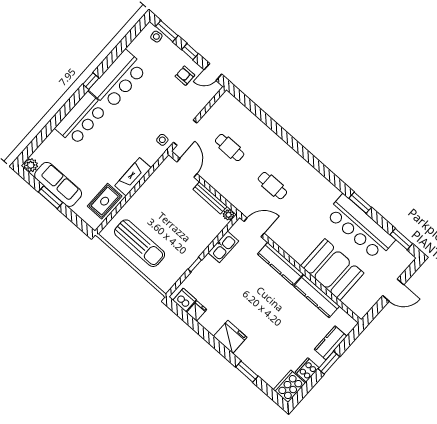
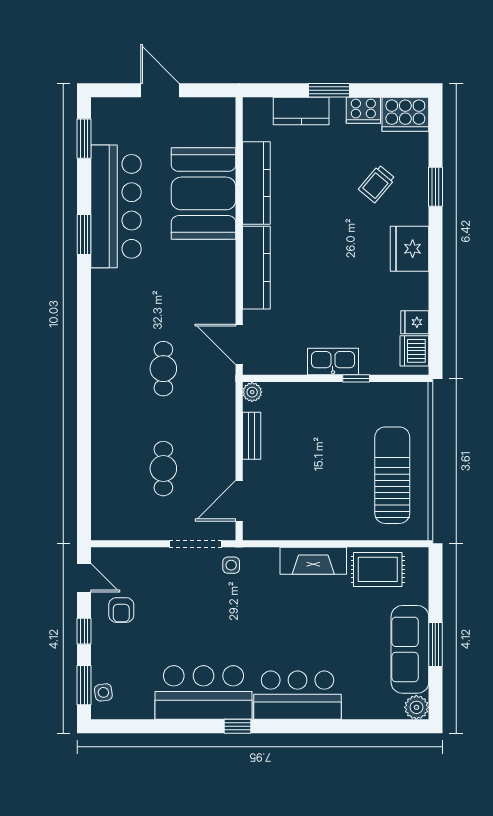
bench: (210, 198) -> (252, 436), width x0.73
kitchen sink: (223, 247) -> (333, 362), moved
trolley: (270, 348) -> (377, 184), added

